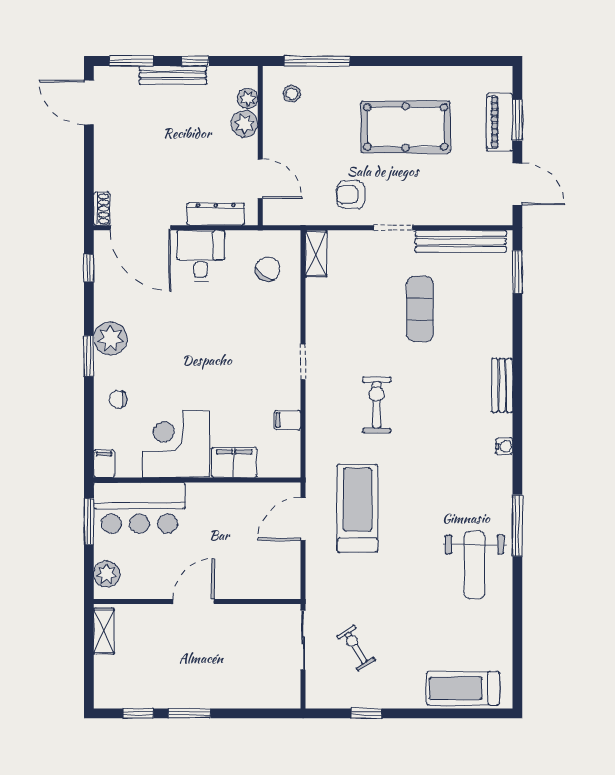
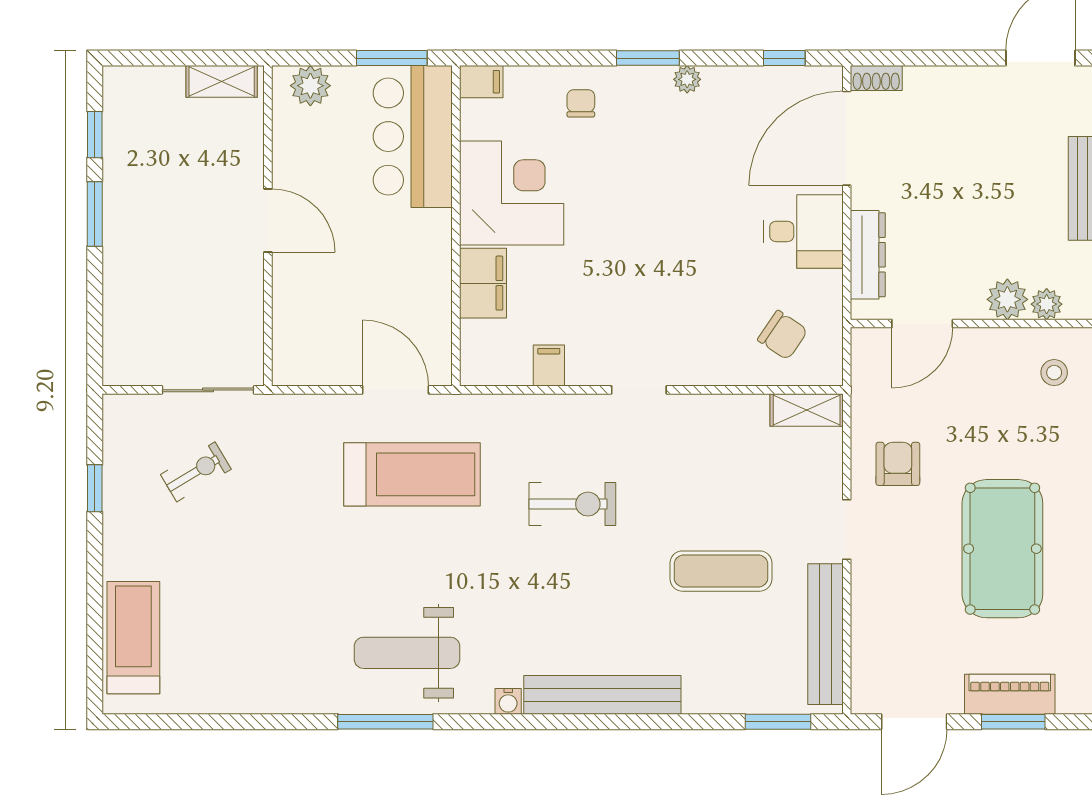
plant: (110, 339) -> (687, 79), width x0.53, depth x0.53
bench: (502, 385) -> (602, 695), width x1.86, depth x1.21
weight bench: (475, 565) -> (407, 653), moved

